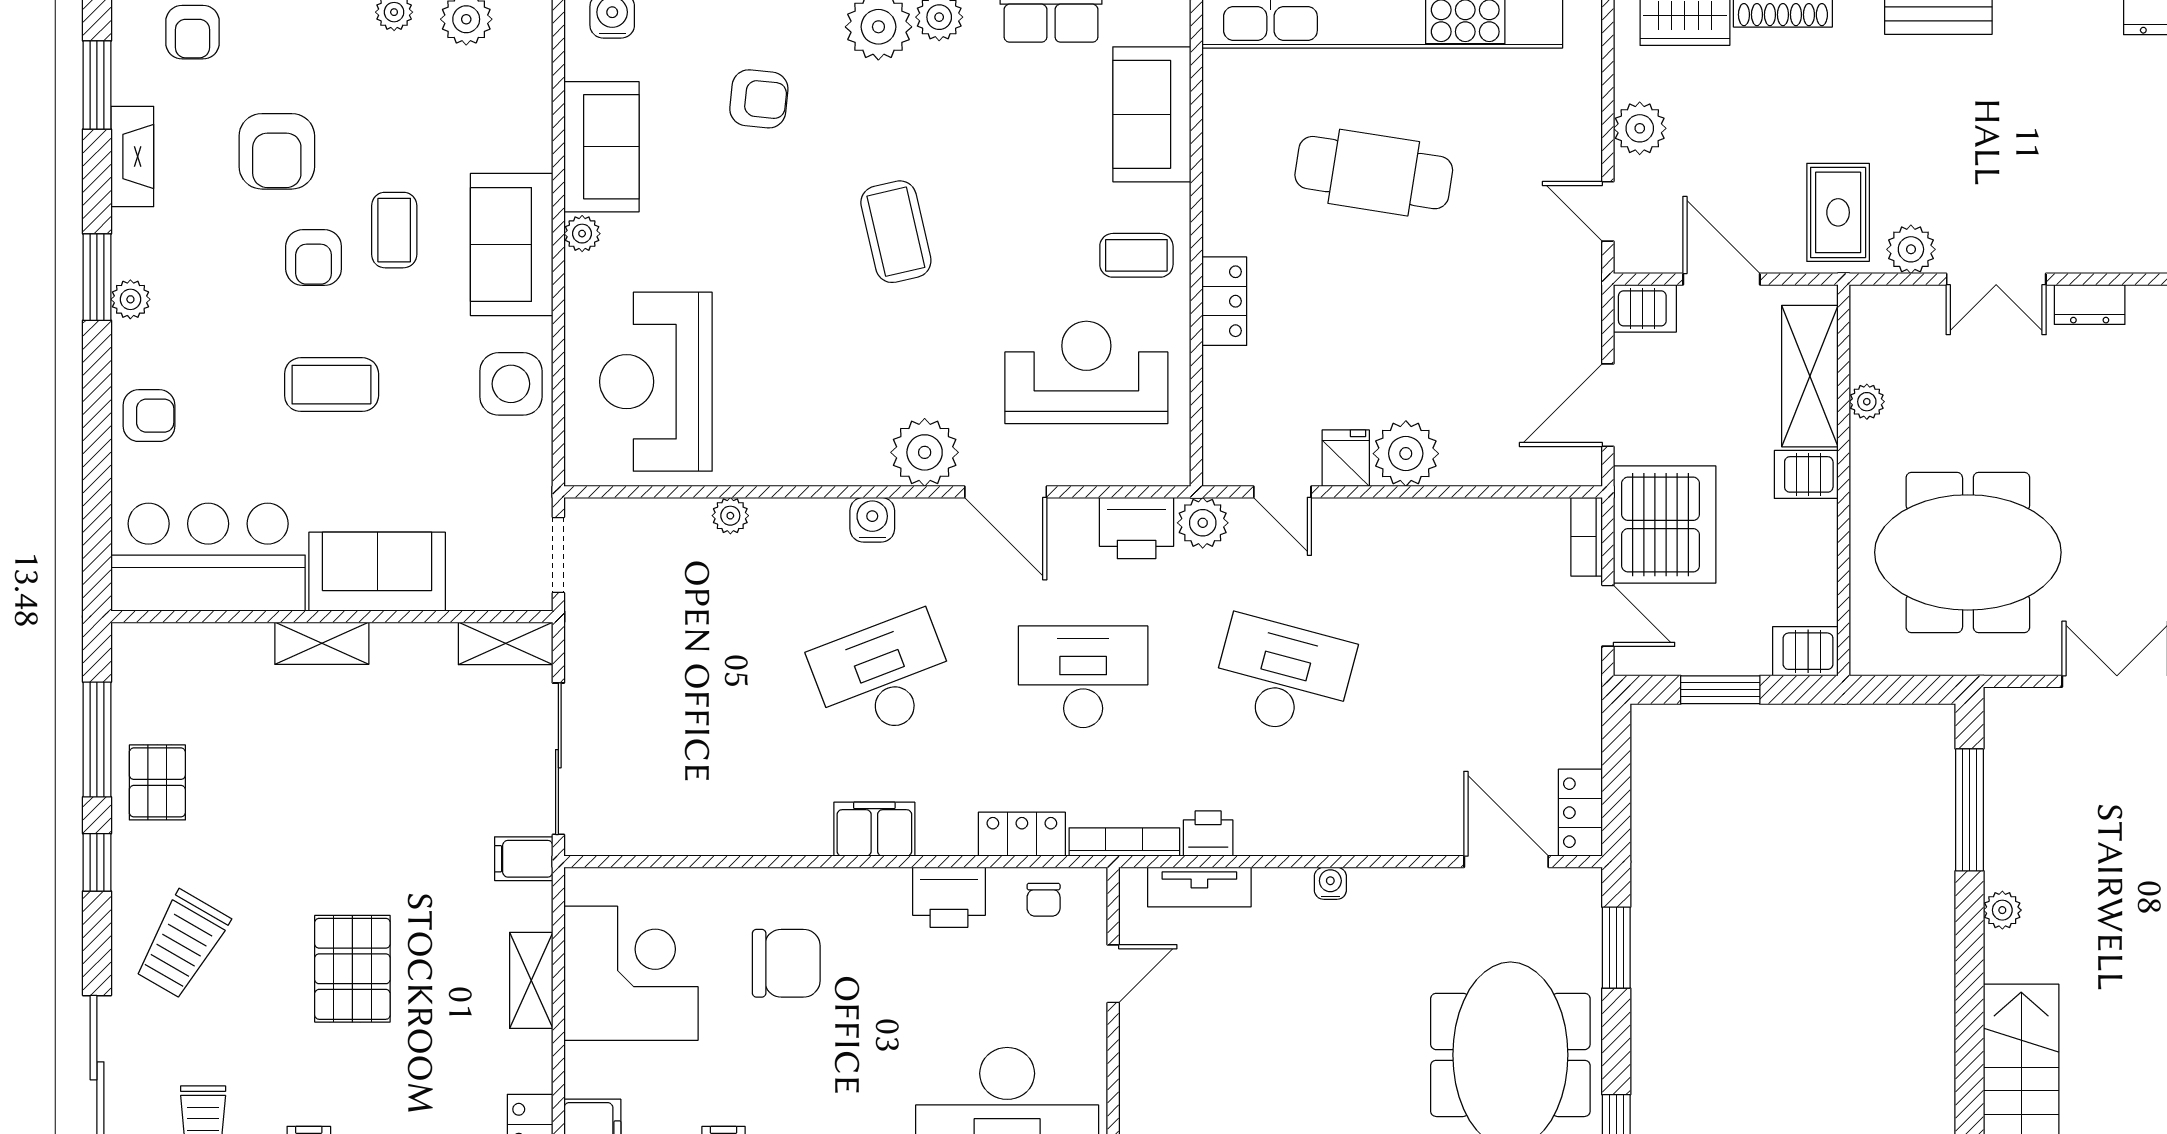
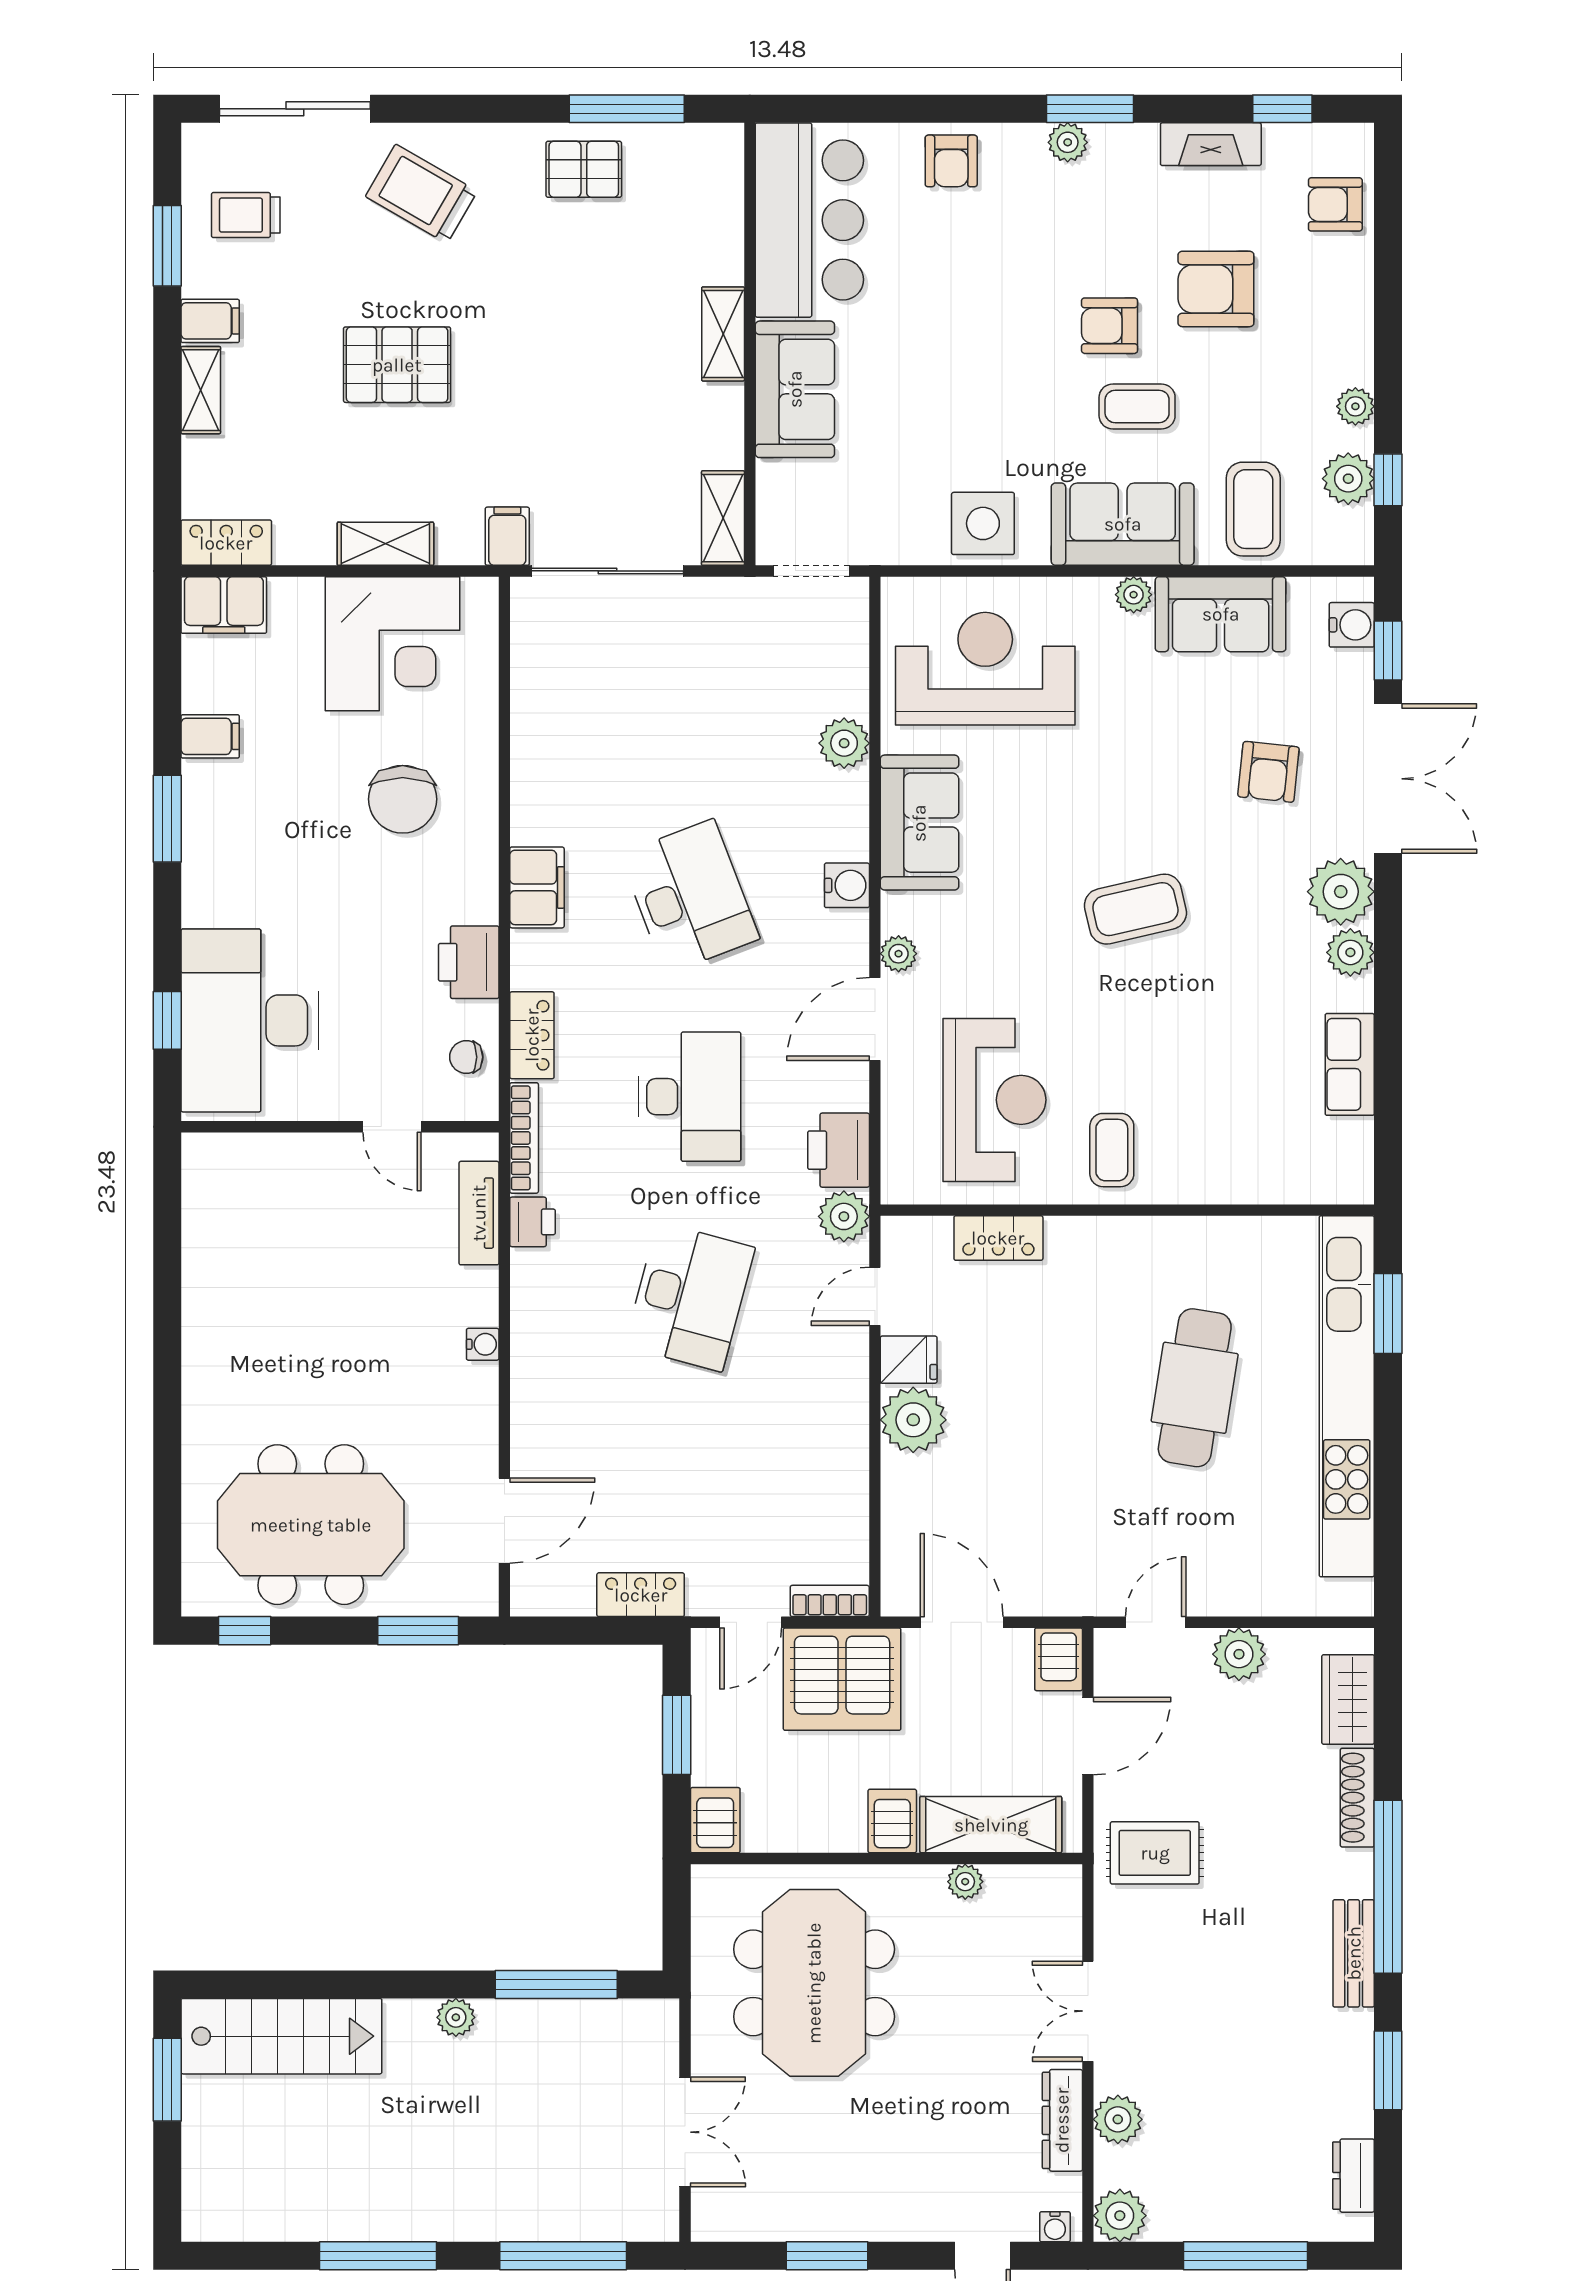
window: (97, 85) -> (1282, 109), width x0.67
sofa: (1152, 114) -> (919, 823), moved, turned 90
plant: (1911, 249) -> (1118, 2119), moved
locker: (1224, 301) -> (998, 1238), moved
dresser: (2090, 305) -> (1062, 2120), width x1.44
coffee table: (332, 385) -> (1253, 509), moved
plant: (925, 452) -> (899, 954), width x0.53, depth x0.53
plant: (730, 516) -> (844, 743), width x1.38, depth x1.38
locker: (1580, 813) -> (641, 1595), moved
window: (97, 862) -> (504, 109), removed

